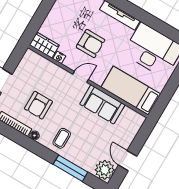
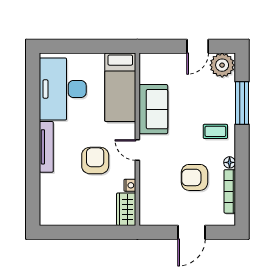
armchair: (38, 105) -> (195, 177), turned 180

